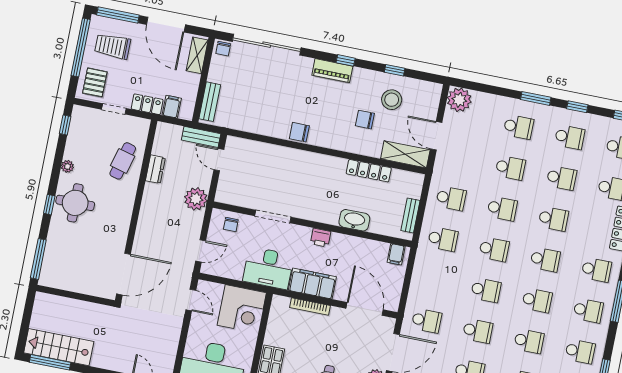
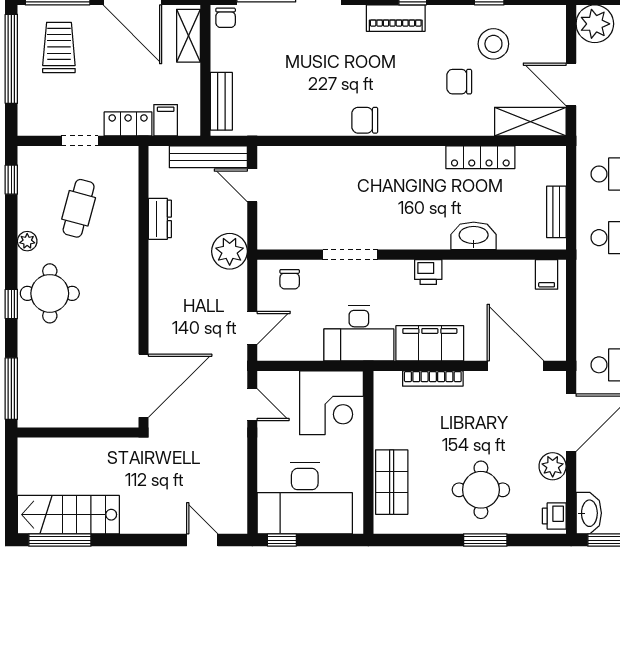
trolley: (113, 46) -> (59, 47), turned 90
pallet: (95, 82) -> (43, 107), removed
bench: (201, 137) -> (208, 157), width x1.36
cafe table: (123, 161) -> (79, 208), moved

